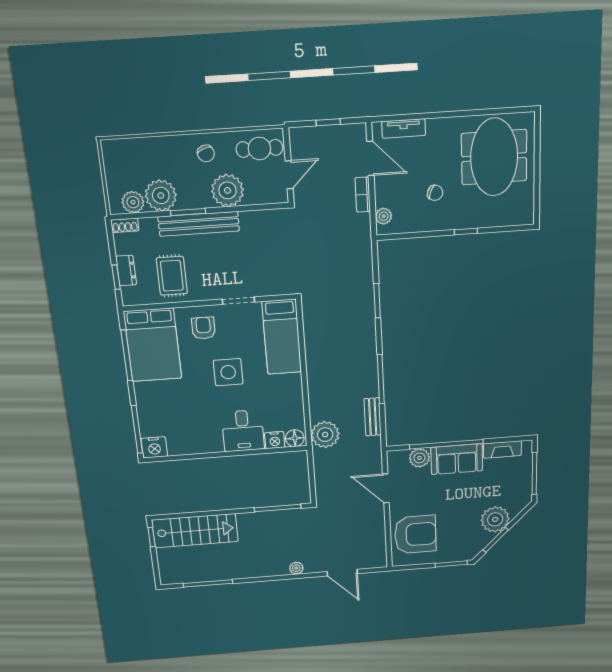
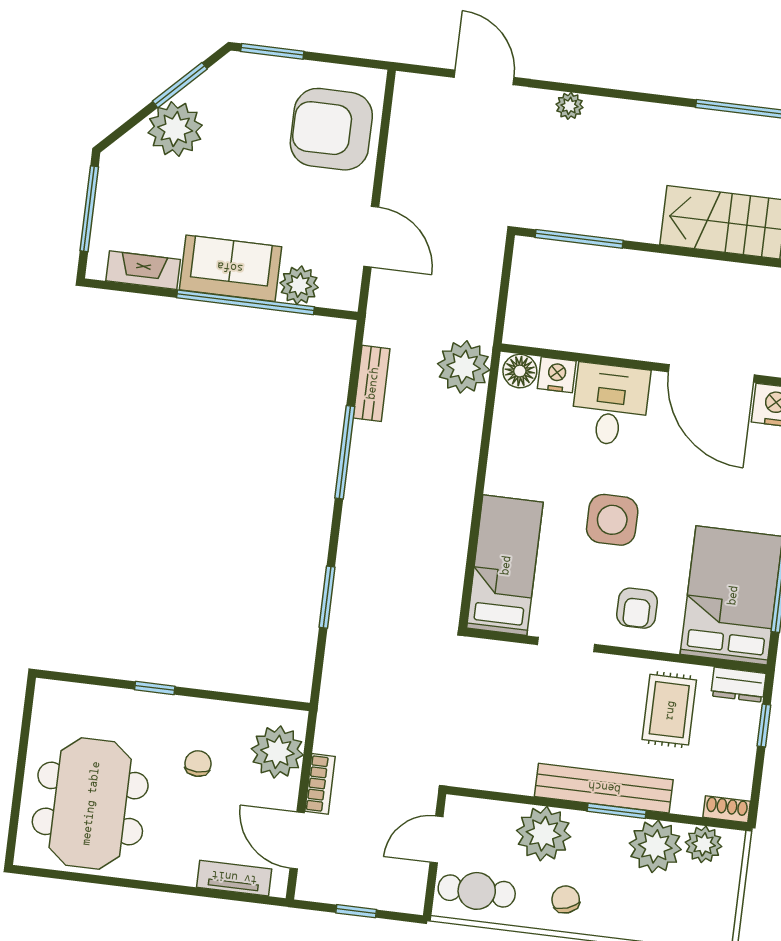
chair: (435, 193) -> (198, 764), turned 67
plant: (384, 216) -> (277, 752), width x1.87, depth x1.87
dresser: (126, 270) -> (738, 685), moved, turned -90
door: (193, 457) -> (711, 373), added

